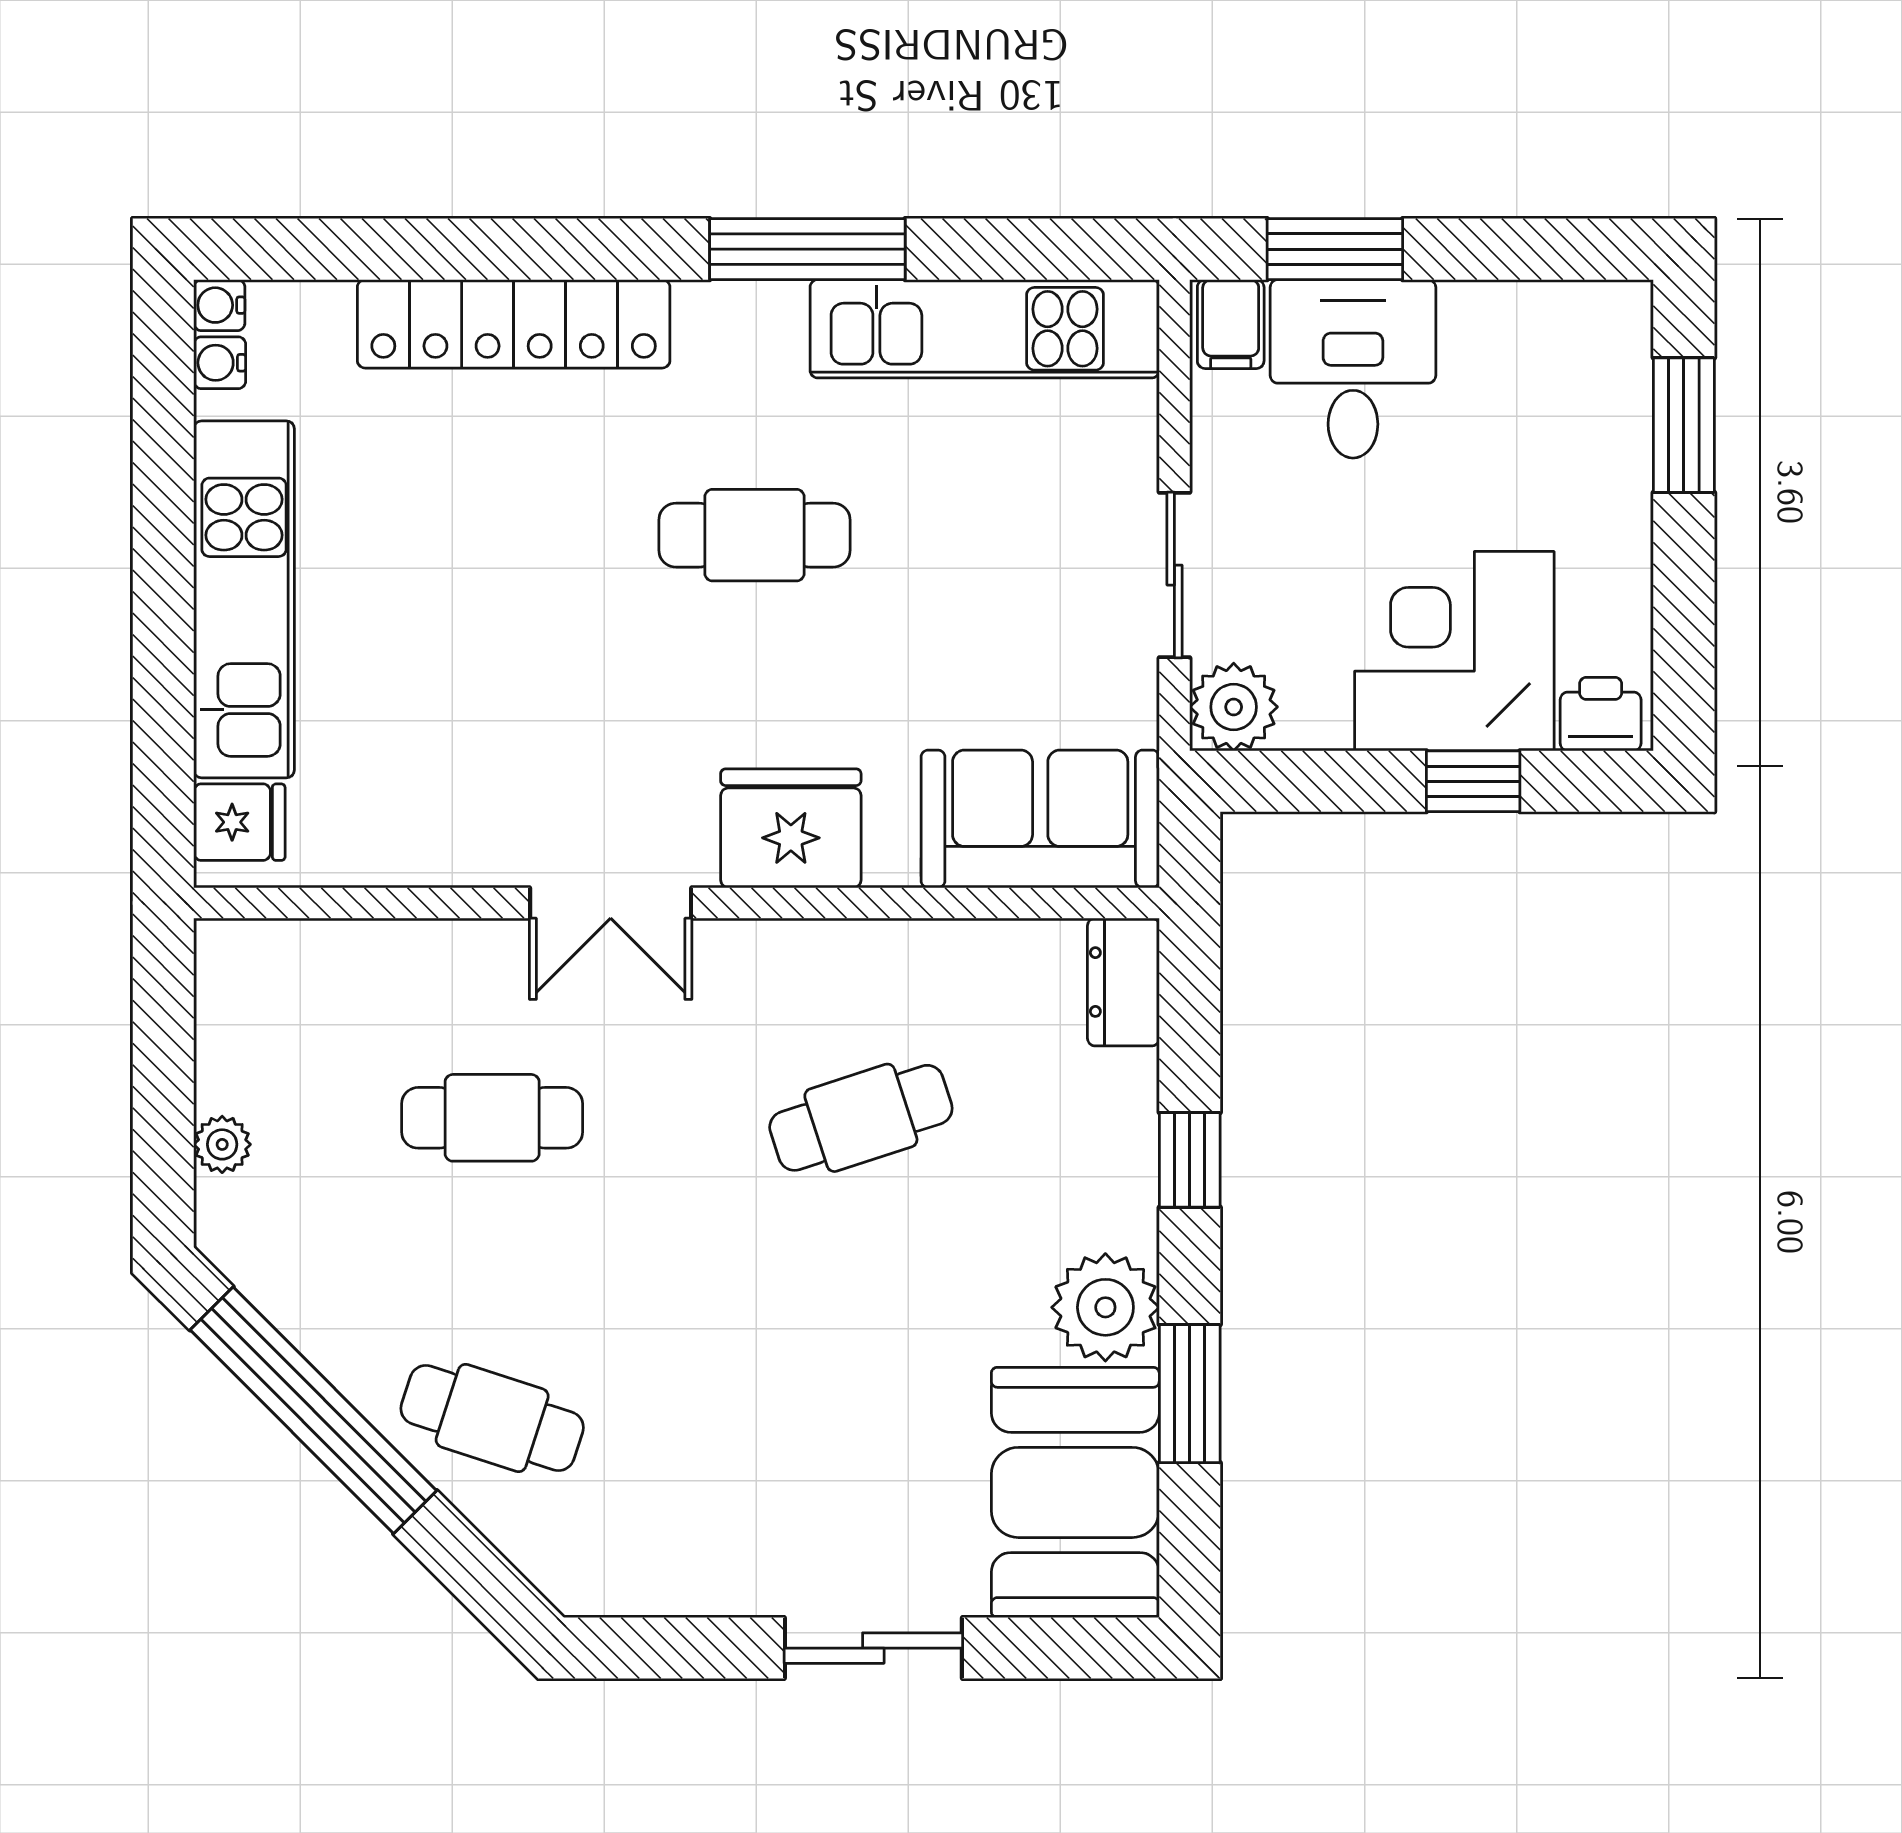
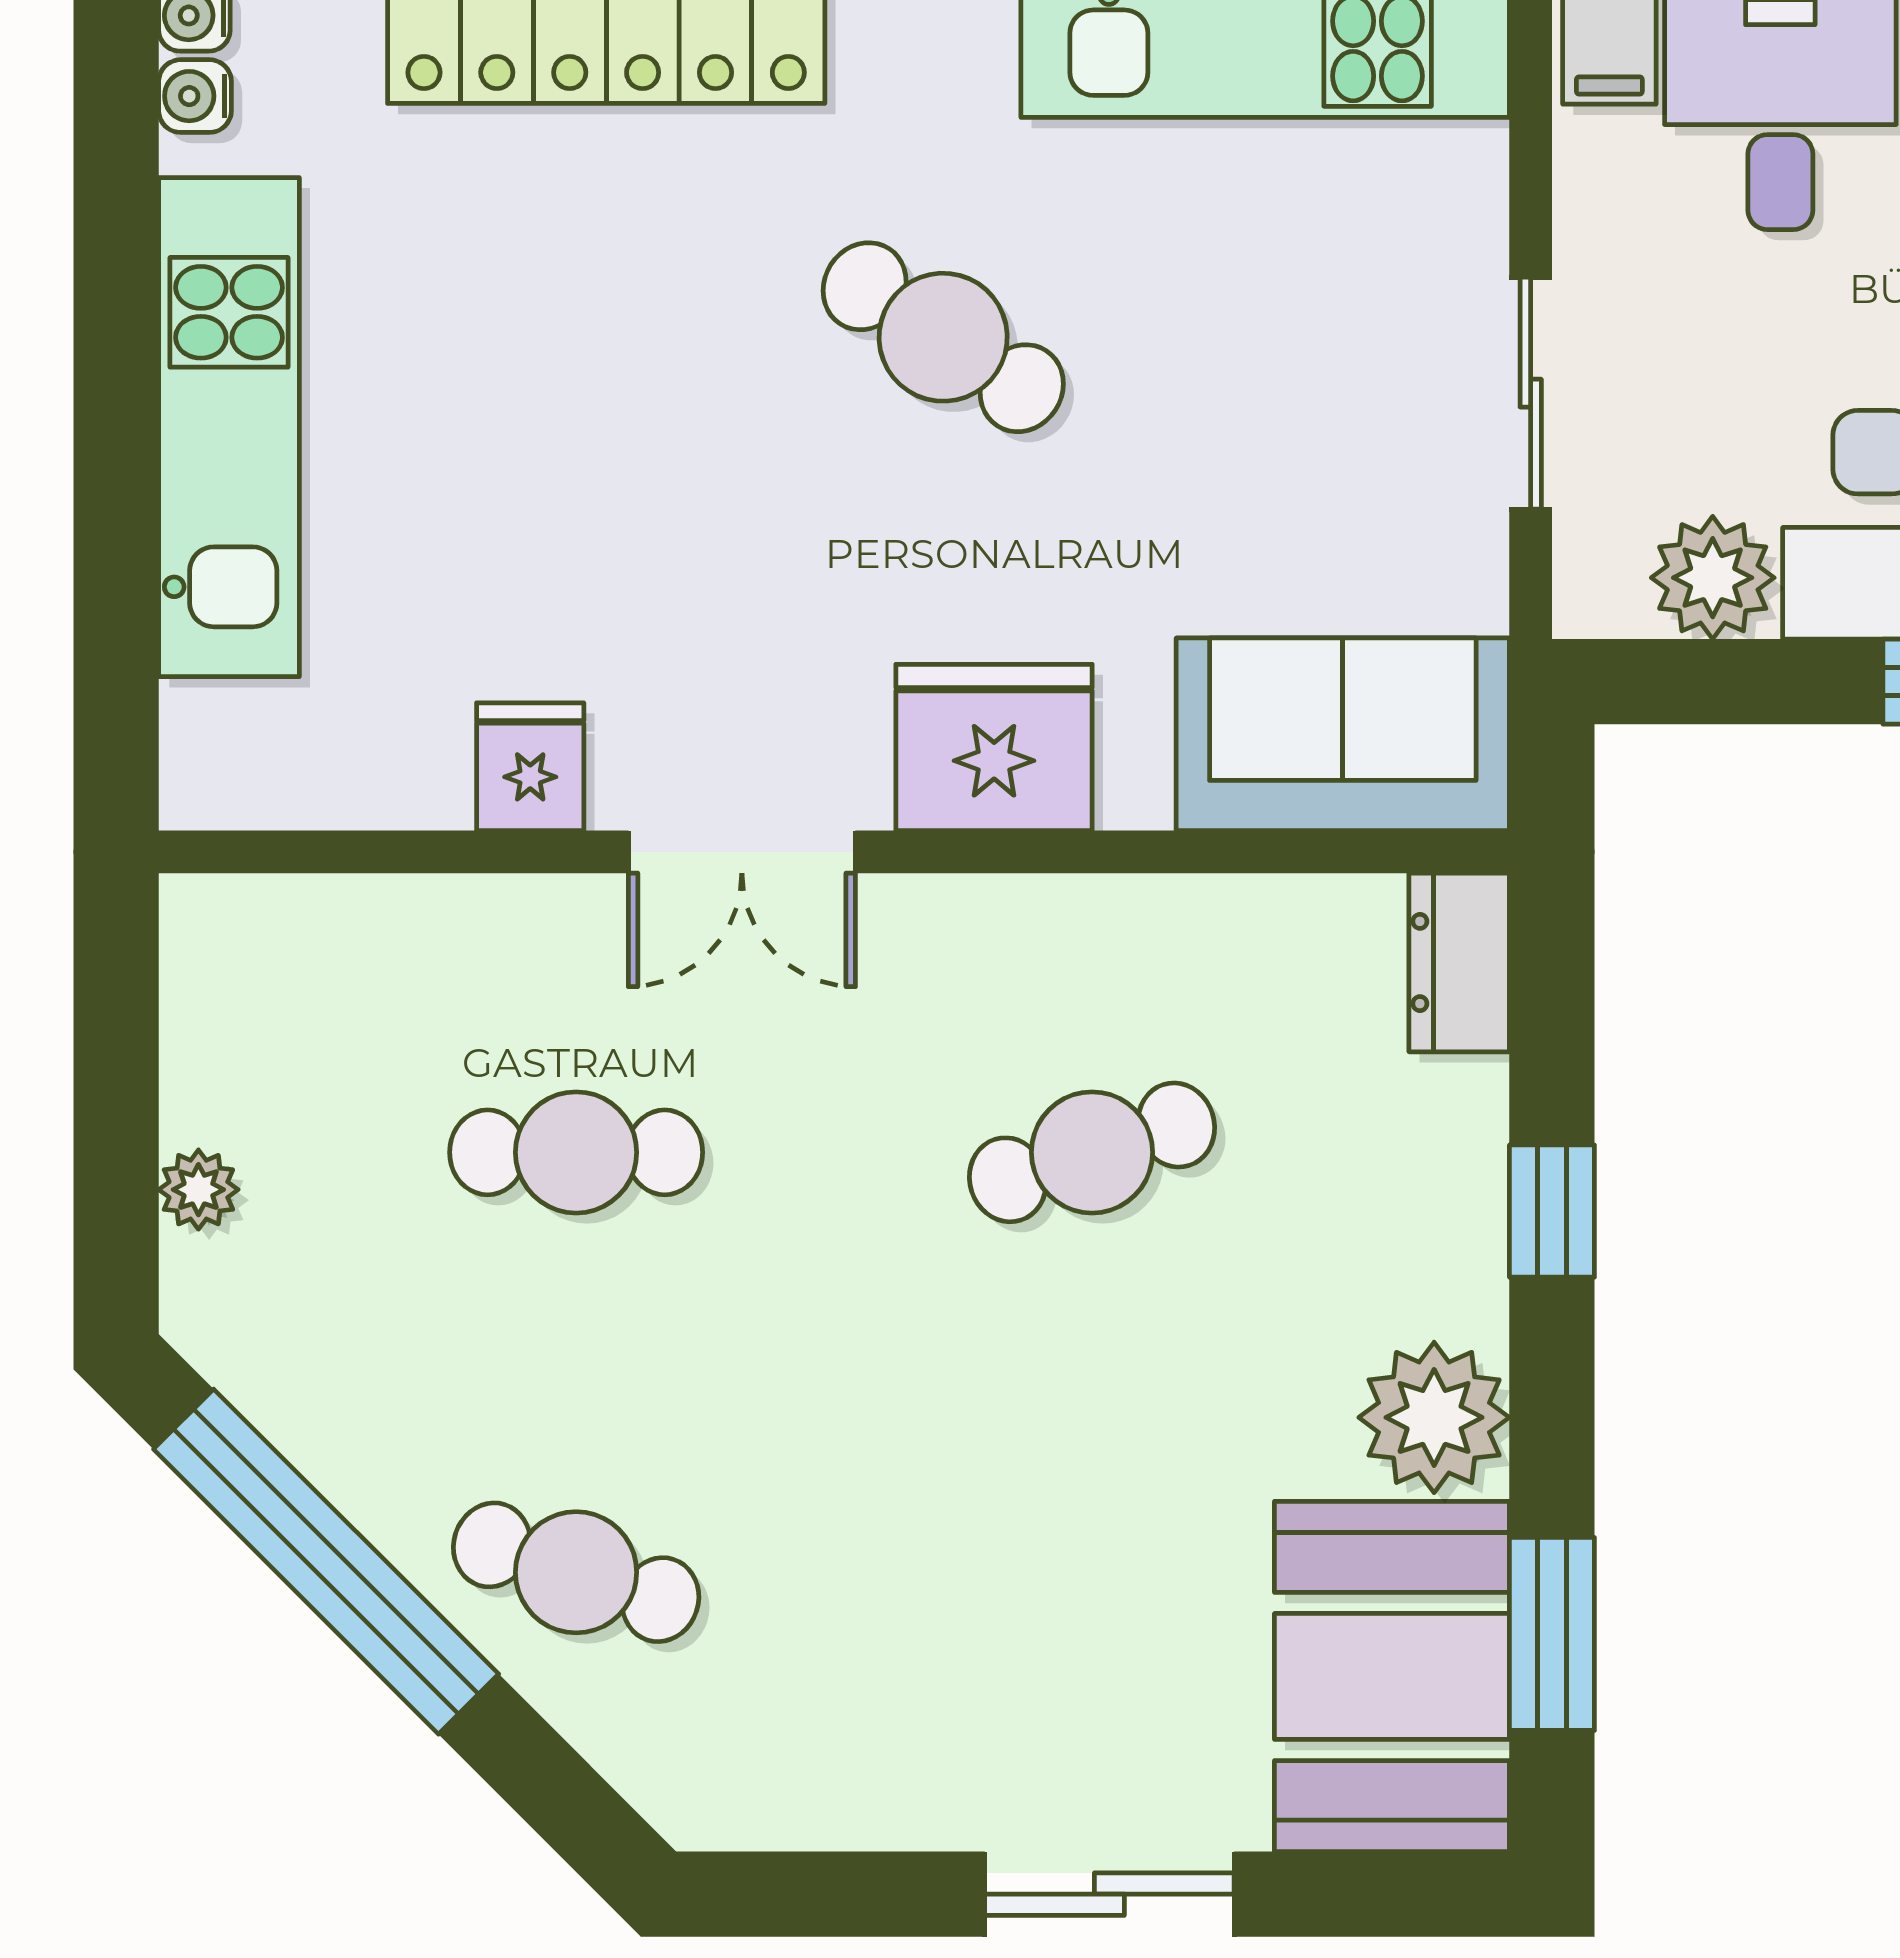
cafe table: (754, 535) -> (943, 337), turned 33
plant: (1234, 707) -> (1713, 578), moved
fridge: (239, 822) -> (530, 767), moved, turned -90
window: (1190, 1394) -> (1552, 1634), moved

